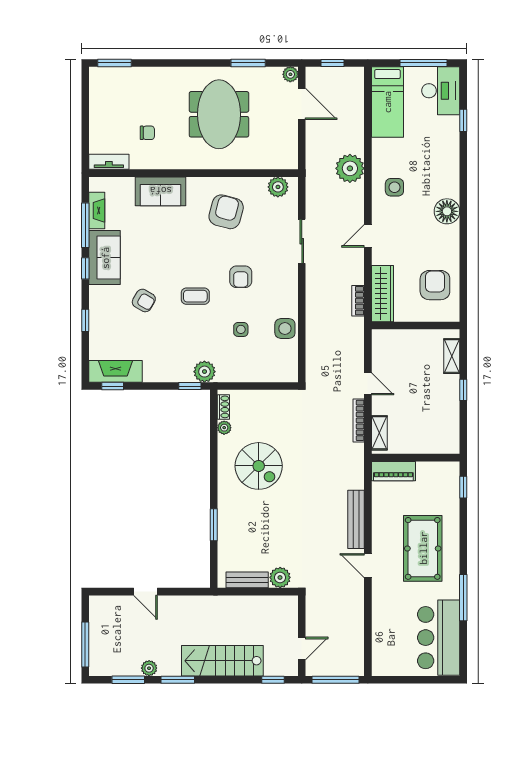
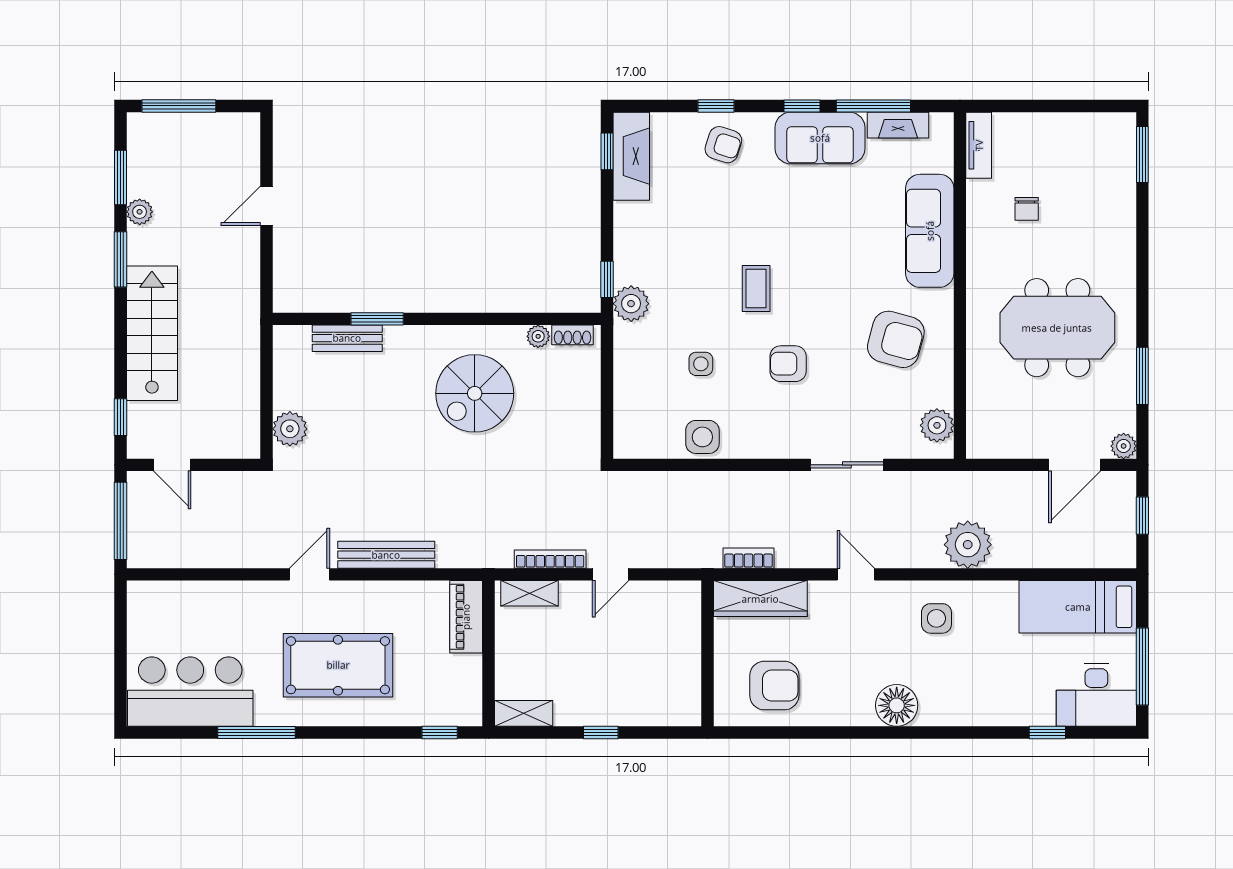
sofa: (161, 191) -> (930, 231), width x1.36
armchair: (144, 300) -> (723, 145), moved, turned -102
shelving: (452, 356) -> (524, 713), moved
bench: (247, 580) -> (347, 338), moved, turned 90

